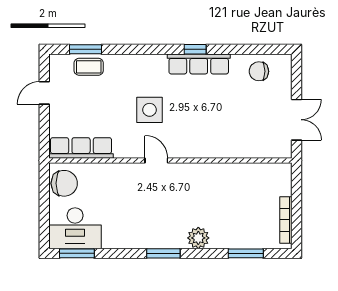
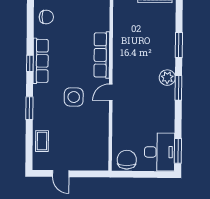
window: (85, 49) -> (29, 108), moved
chair: (259, 71) -> (46, 17), turned -90
row of seats: (81, 148) -> (102, 55), moved
plant: (198, 238) -> (167, 78), moved
window: (246, 253) -> (179, 45), moved

